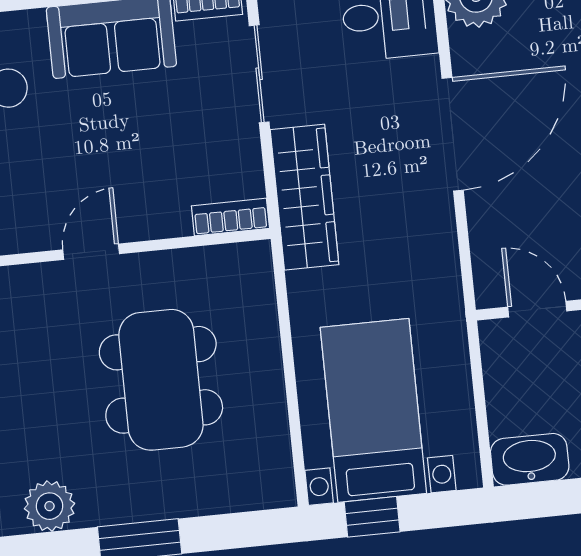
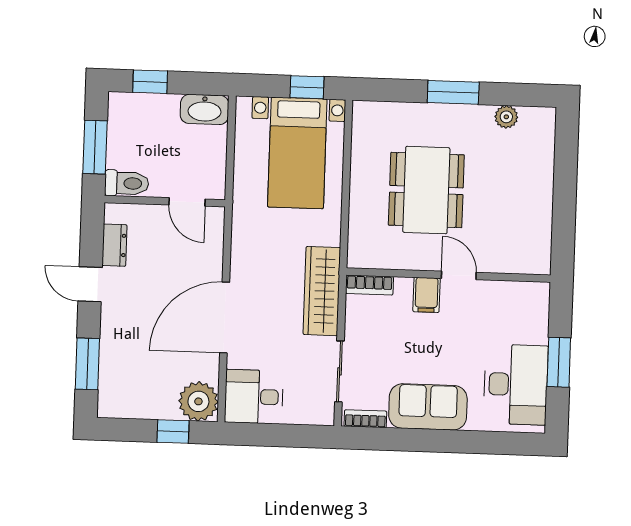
filing cabinet: (138, 214) -> (427, 295), added
door: (91, 252) -> (459, 275), swing flipped
plant: (49, 506) -> (506, 117), width x0.73, depth x0.73

